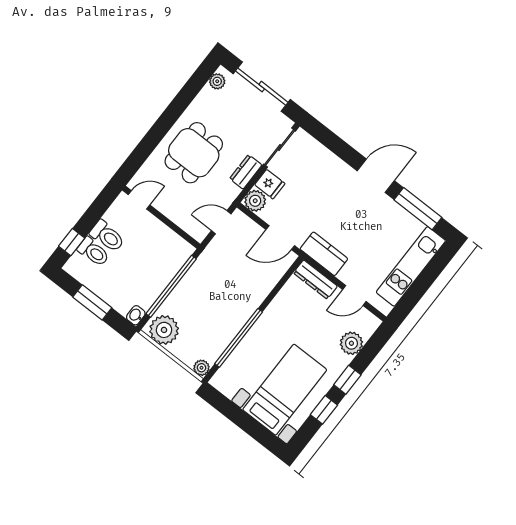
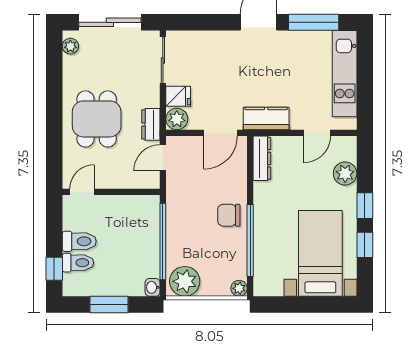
dresser: (246, 172) -> (151, 124), moved
dresser: (315, 280) -> (262, 158), moved, turned -90
chair: (237, 306) -> (229, 215), added

